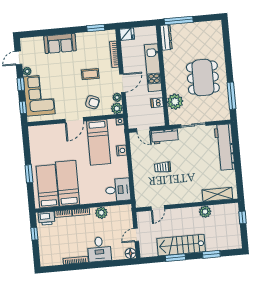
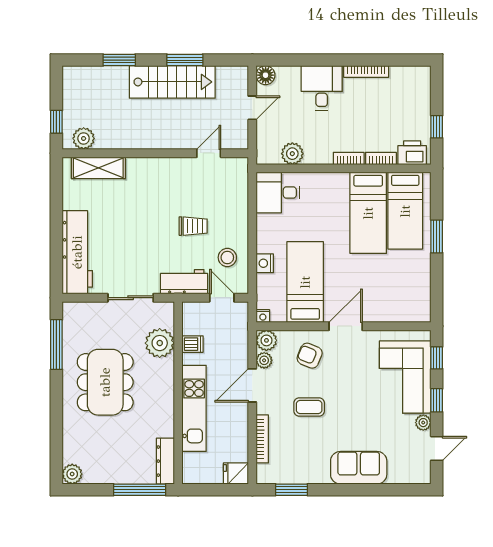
plant: (216, 26) -> (72, 474), added
stool: (142, 152) -> (227, 257), added
plant: (205, 212) -> (84, 138), moved
plant: (101, 213) -> (292, 154), moved

